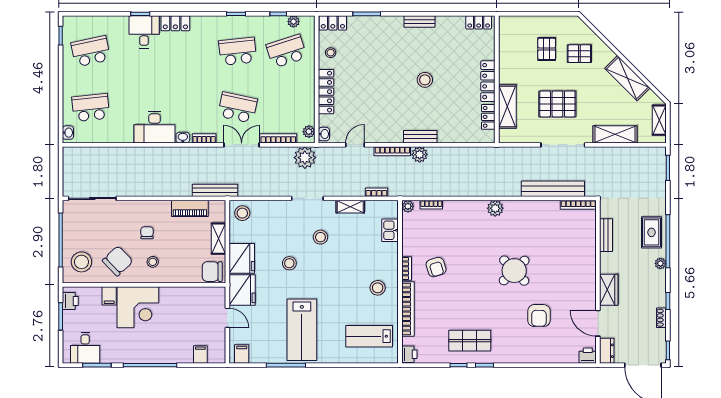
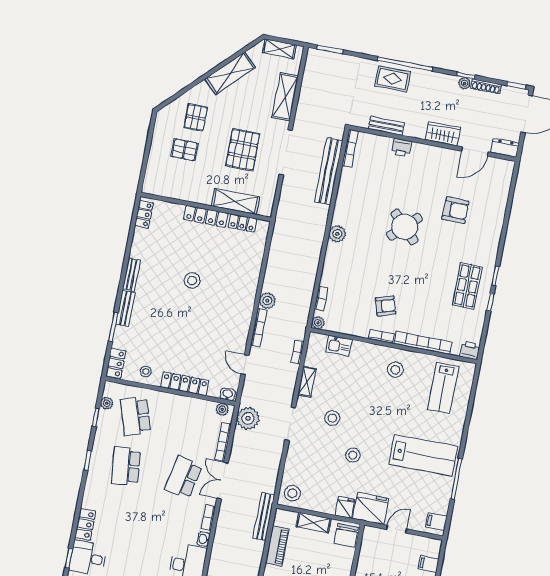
bench: (420, 137) -> (125, 308), moved
fridge: (242, 258) -> (345, 507), width x0.53, depth x0.75
plant: (660, 263) -> (464, 83), moved
shoe rack: (661, 318) -> (486, 86), width x1.43
printer: (588, 356) -> (402, 147), moved, turned -90

